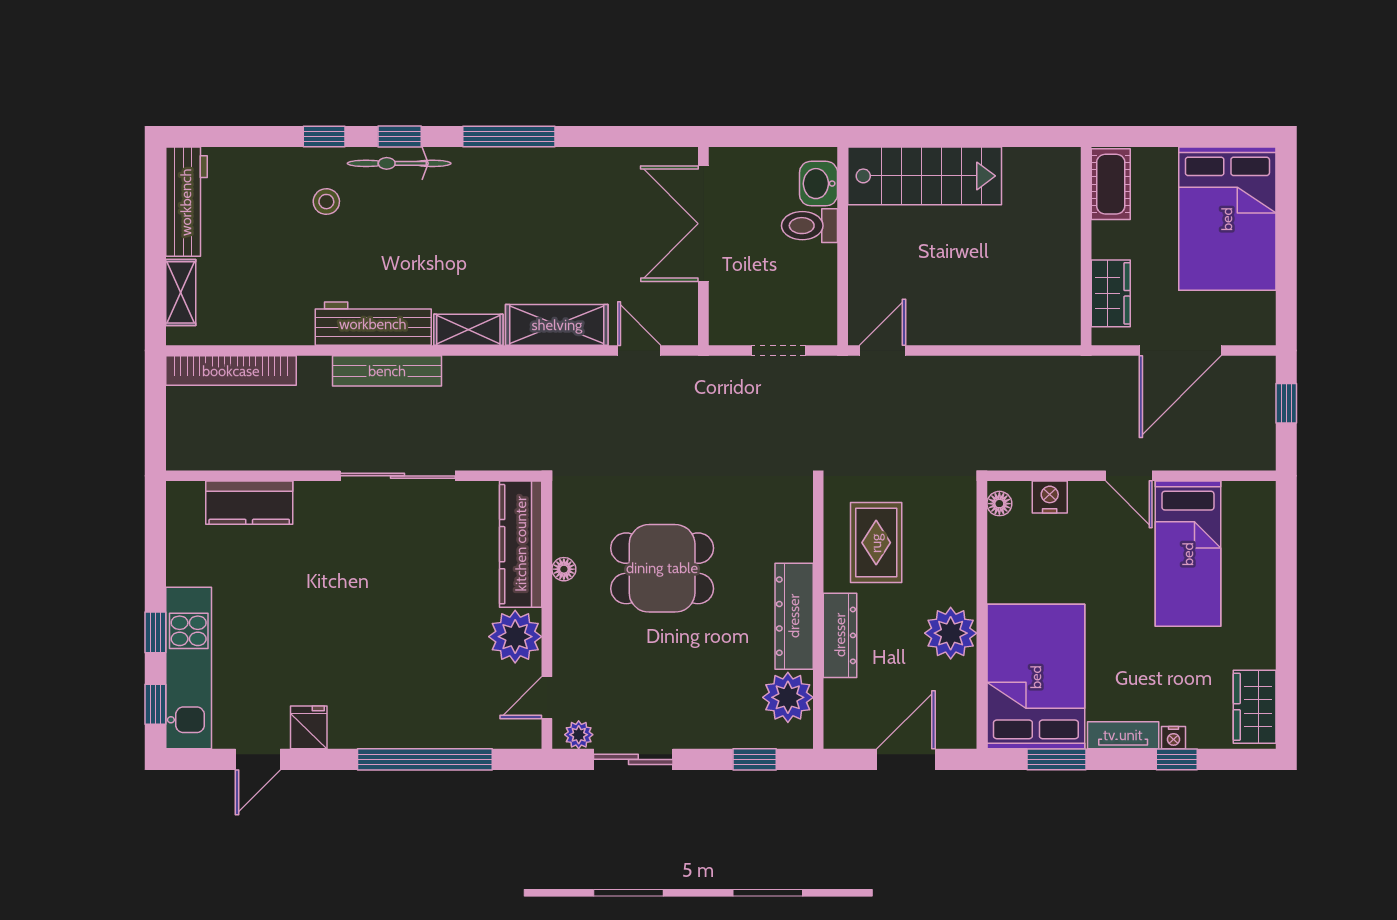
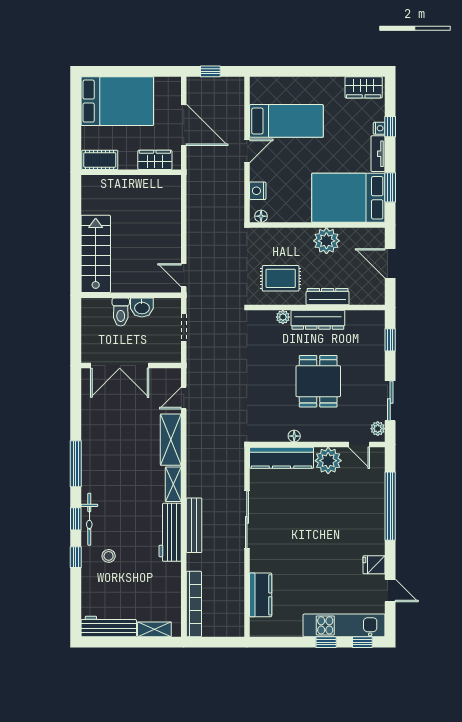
washbasin: (819, 184) -> (142, 307), moved
dining table: (662, 568) -> (318, 381), moved
plant: (788, 697) -> (283, 317), moved, width x0.53, depth x0.53

